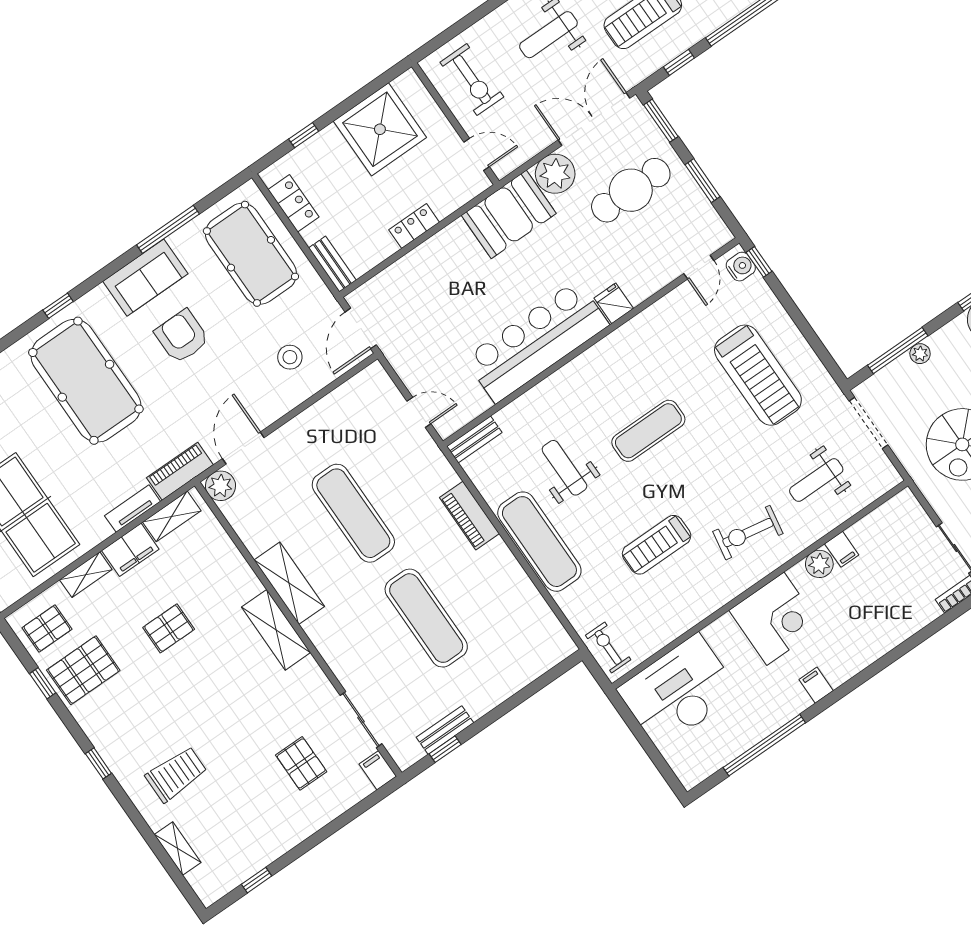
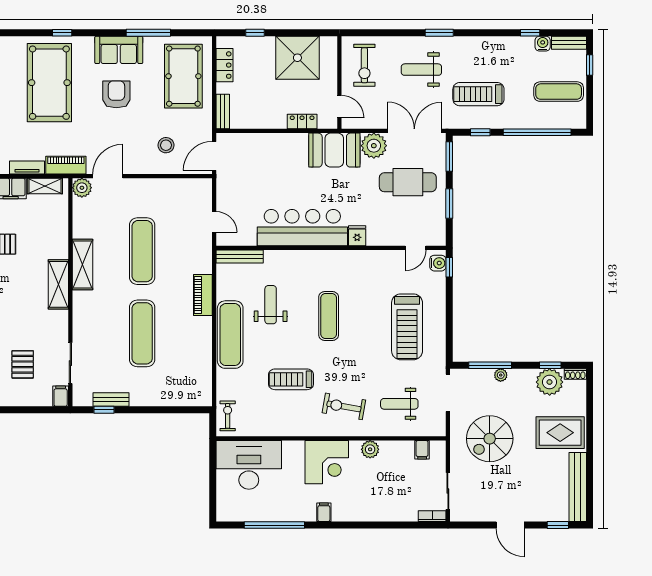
locker: (414, 226) -> (302, 122), moved
exercise mat: (648, 431) -> (329, 316), turned 90
bench: (474, 439) -> (240, 257), width x1.36
filing cabinet: (842, 549) -> (422, 450), moved

